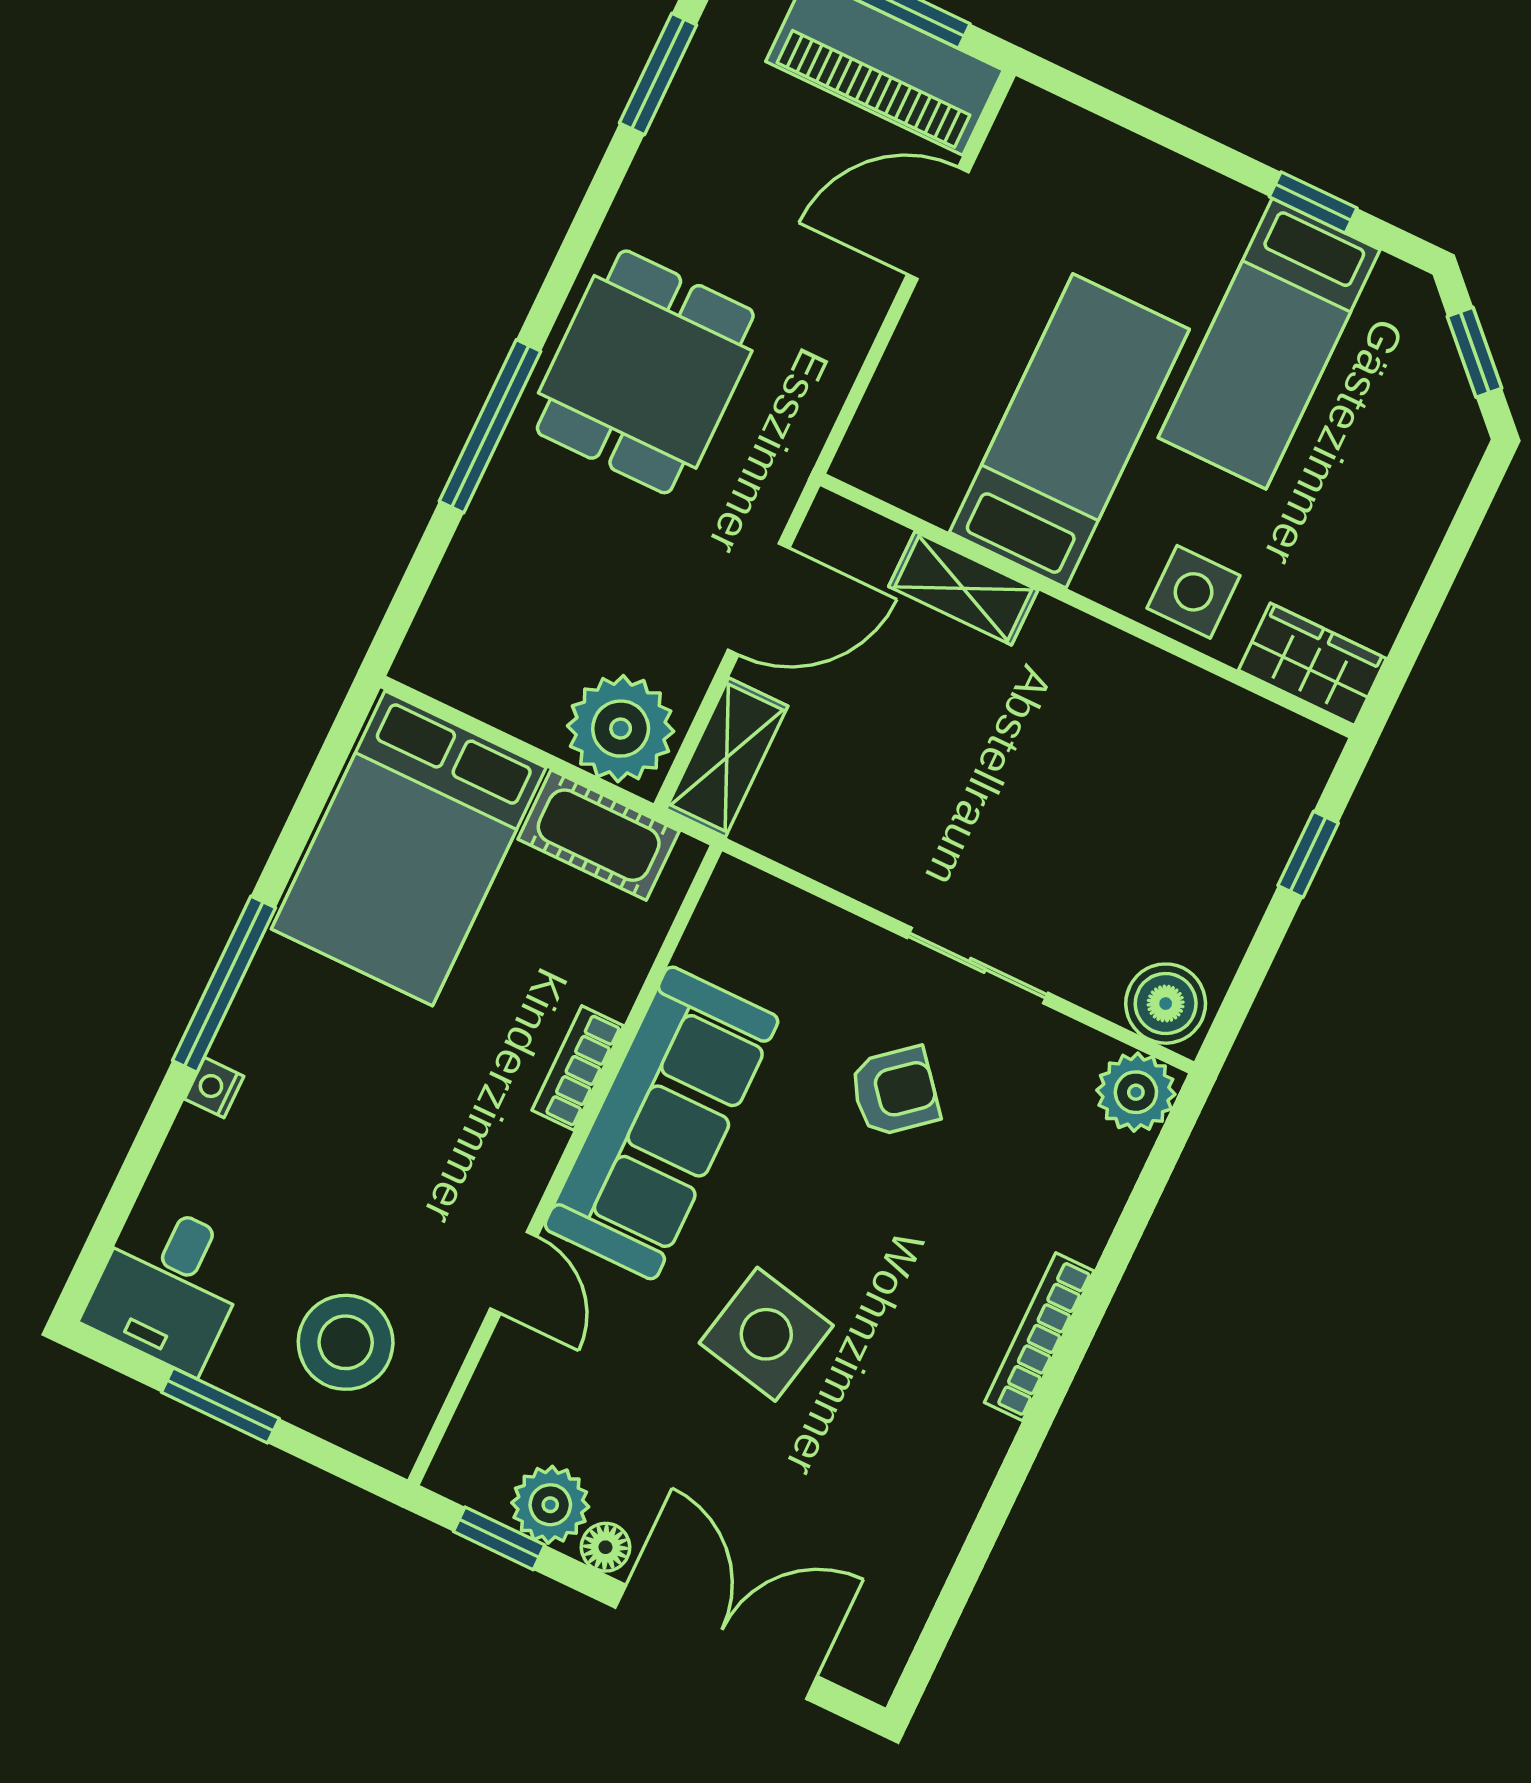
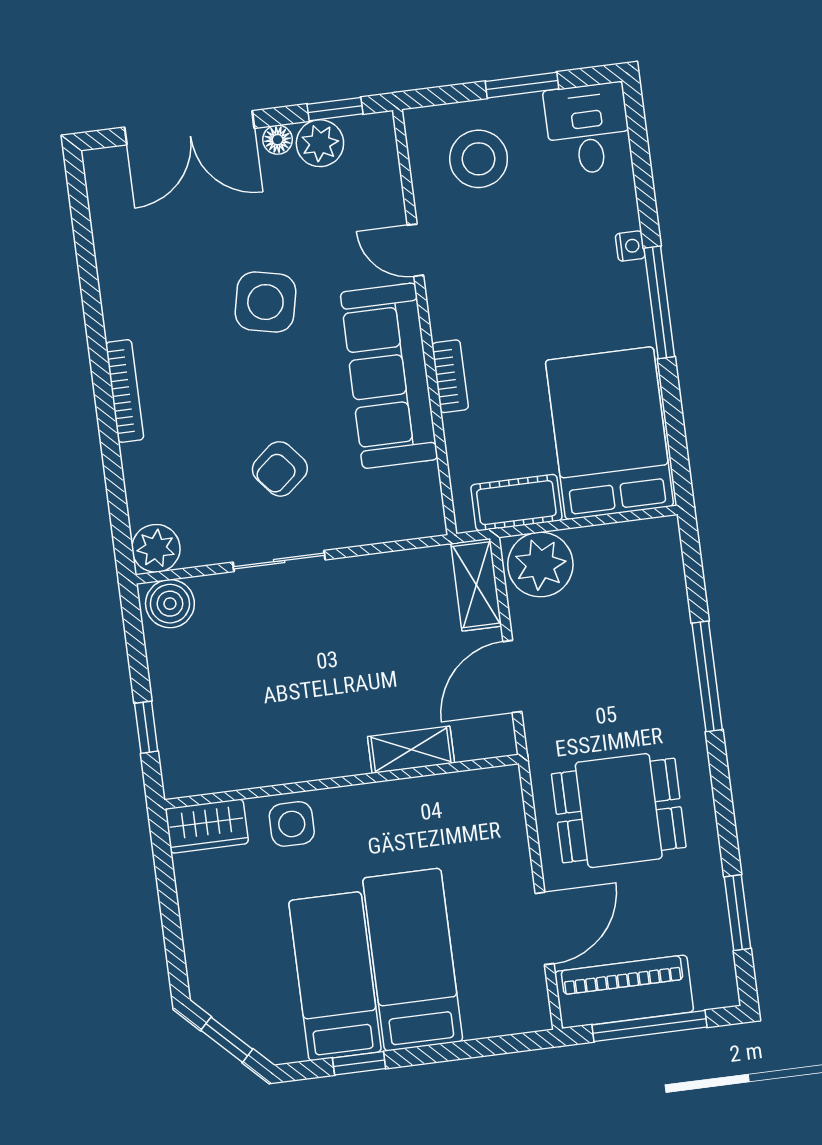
dining table: (645, 372) -> (619, 811), moved, turned 90
bed: (1069, 431) -> (413, 960), moved, turned 180

